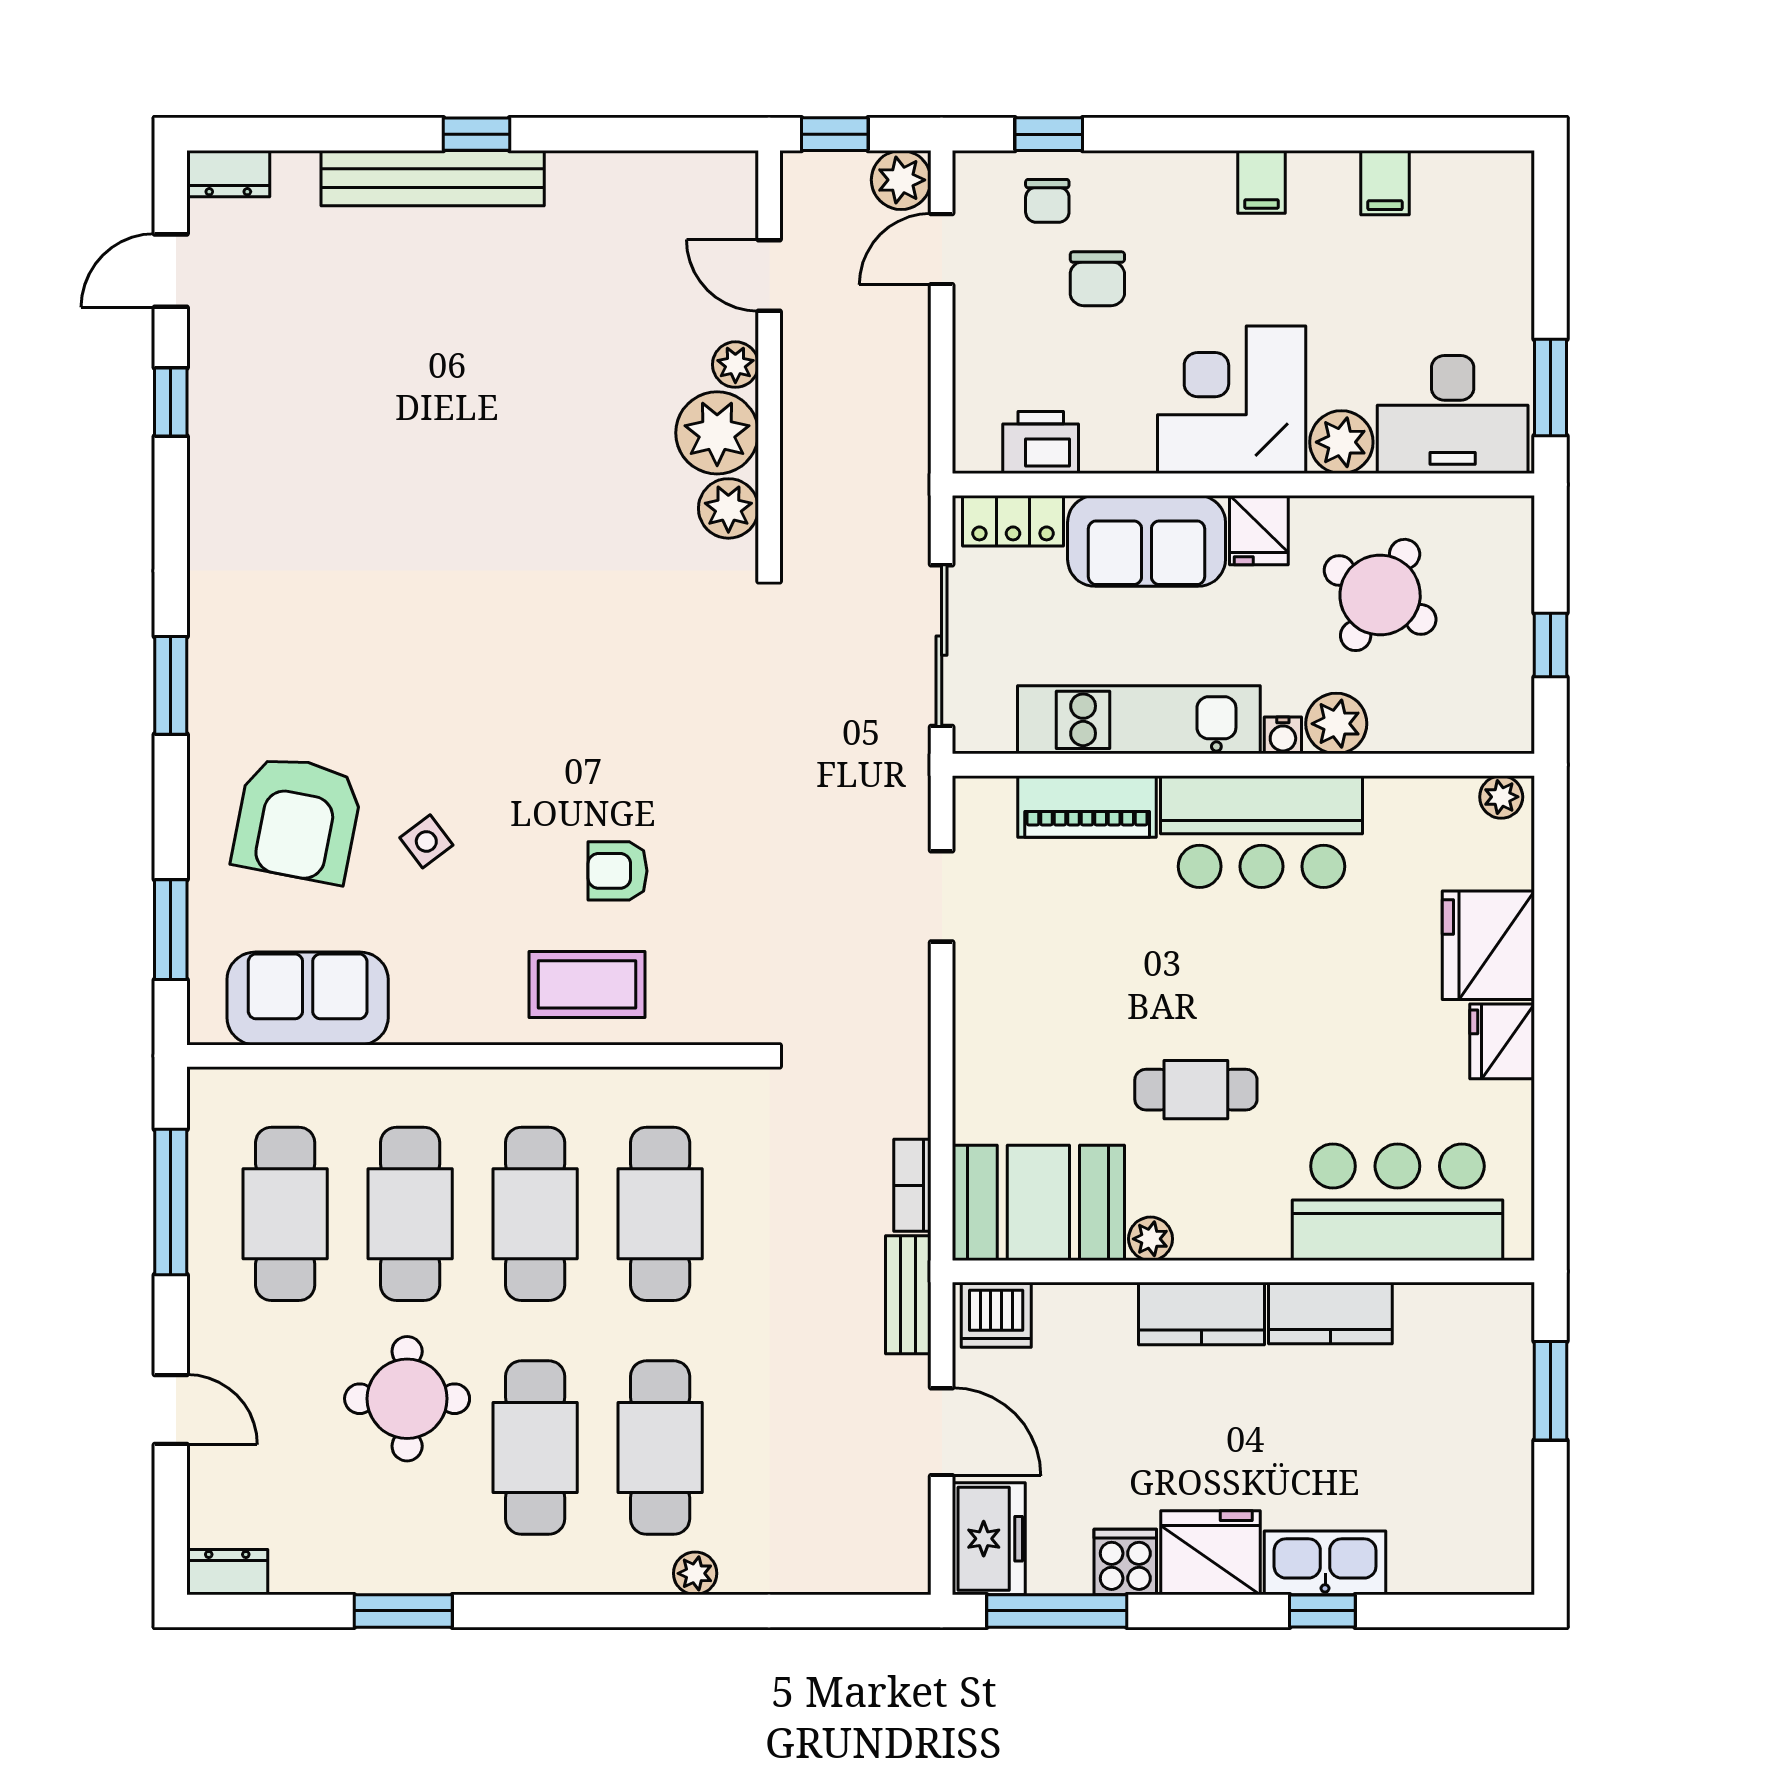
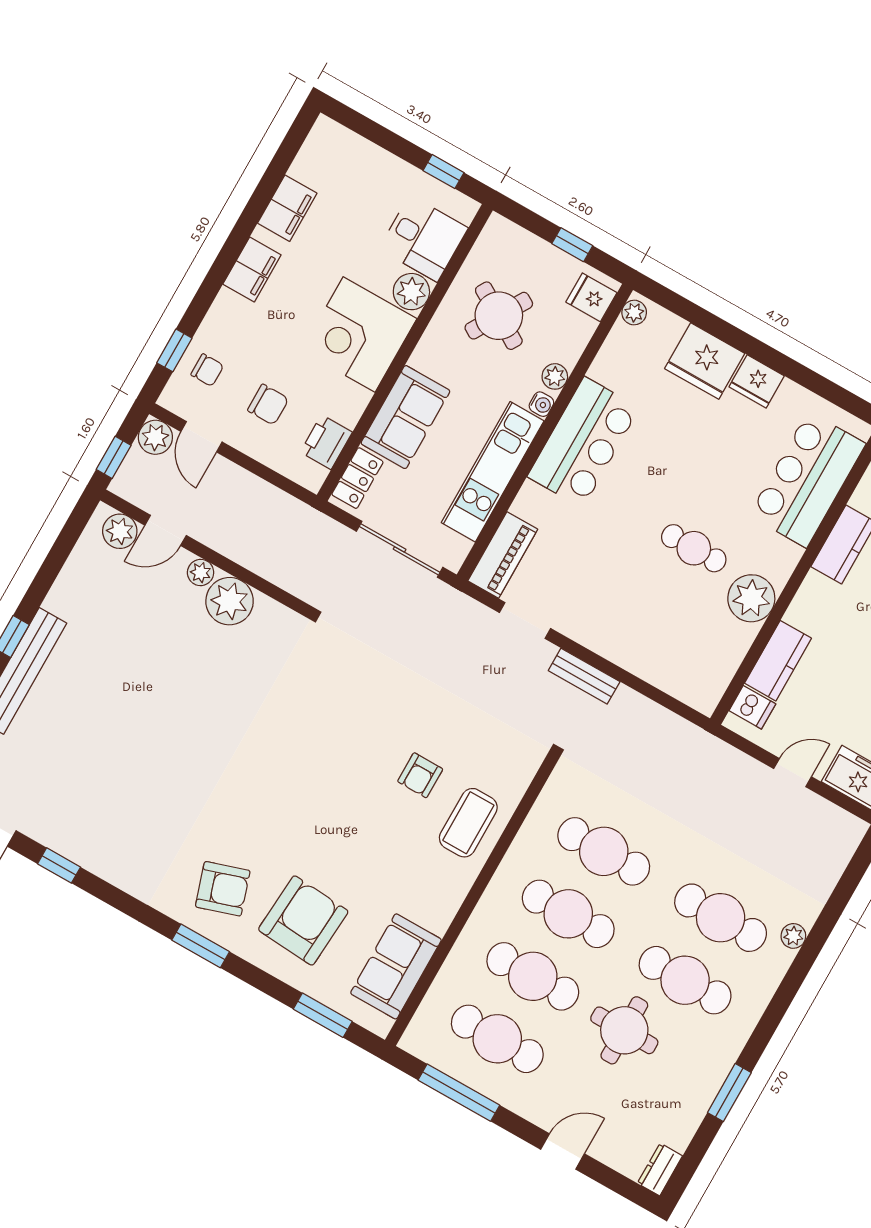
filing cabinet: (1261, 182) -> (252, 269), width x2.00
filing cabinet: (1385, 183) -> (287, 208), width x2.00
chair: (1097, 279) -> (268, 405), moved
window: (1551, 388) -> (444, 172), width x0.67
desk: (1453, 415) -> (423, 238), width x0.73
plant: (728, 508) -> (120, 531), moved
fridge: (1259, 530) -> (591, 297), moved, turned 180
armchair: (276, 670) -> (223, 889), added
plant: (1336, 724) -> (555, 376), width x0.73, depth x0.73
piano: (1087, 806) -> (503, 555), moved
armchair: (297, 819) -> (303, 920), turned -97
side table: (426, 841) -> (351, 862), removed
cafe table: (1196, 1090) -> (694, 548), turned 90
bookcase: (912, 1185) -> (661, 717), removed
booth: (1038, 1203) -> (706, 659), removed
plant: (1151, 1239) -> (751, 598), width x1.87, depth x1.87
bench: (908, 1295) -> (584, 676), moved
kitchen counter: (1202, 1314) -> (778, 661), moved
dishwasher: (996, 1315) -> (752, 707), width x0.73
door: (942, 1432) -> (793, 773), width x0.73

